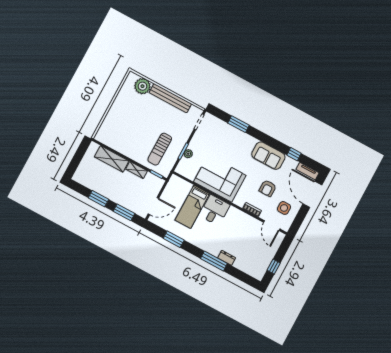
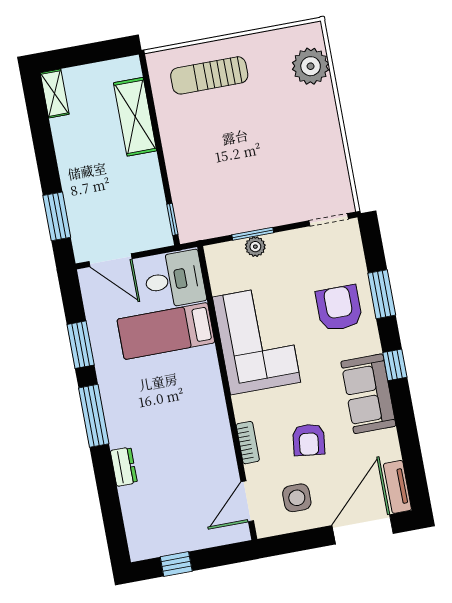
bench: (170, 98) -> (329, 134), removed
armchair: (232, 142) -> (339, 308), added
sun lounger: (160, 149) -> (209, 75), moved
window: (294, 154) -> (395, 365), moved
shelving: (137, 170) -> (55, 94), moved
armchair: (268, 188) -> (309, 440), turned -83
window: (98, 199) -> (45, 150), removed
desk: (215, 210) -> (174, 280), moved
window: (214, 261) -> (94, 416), moved

